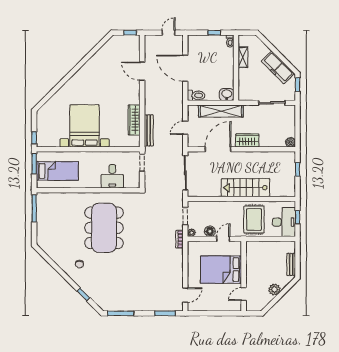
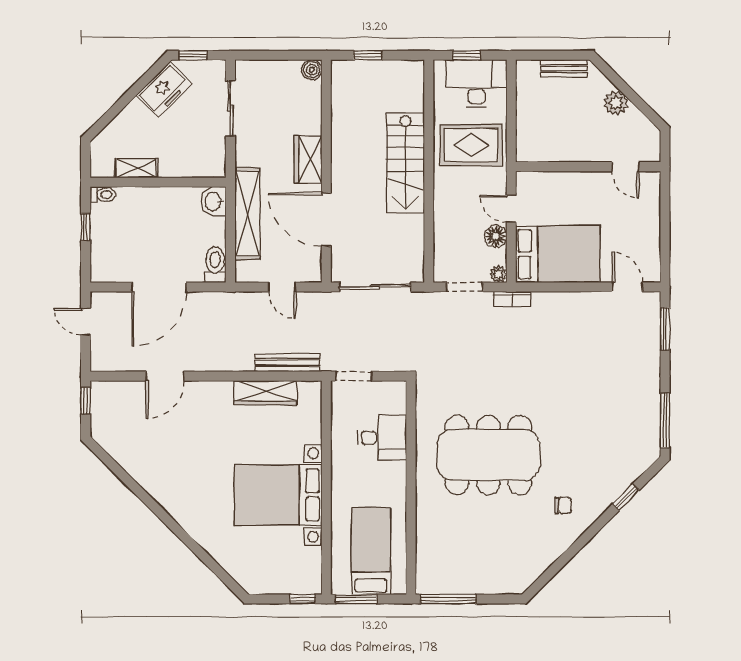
freezer: (278, 67) -> (164, 89), width x0.71
bed: (221, 270) -> (558, 254), moved, turned -90

